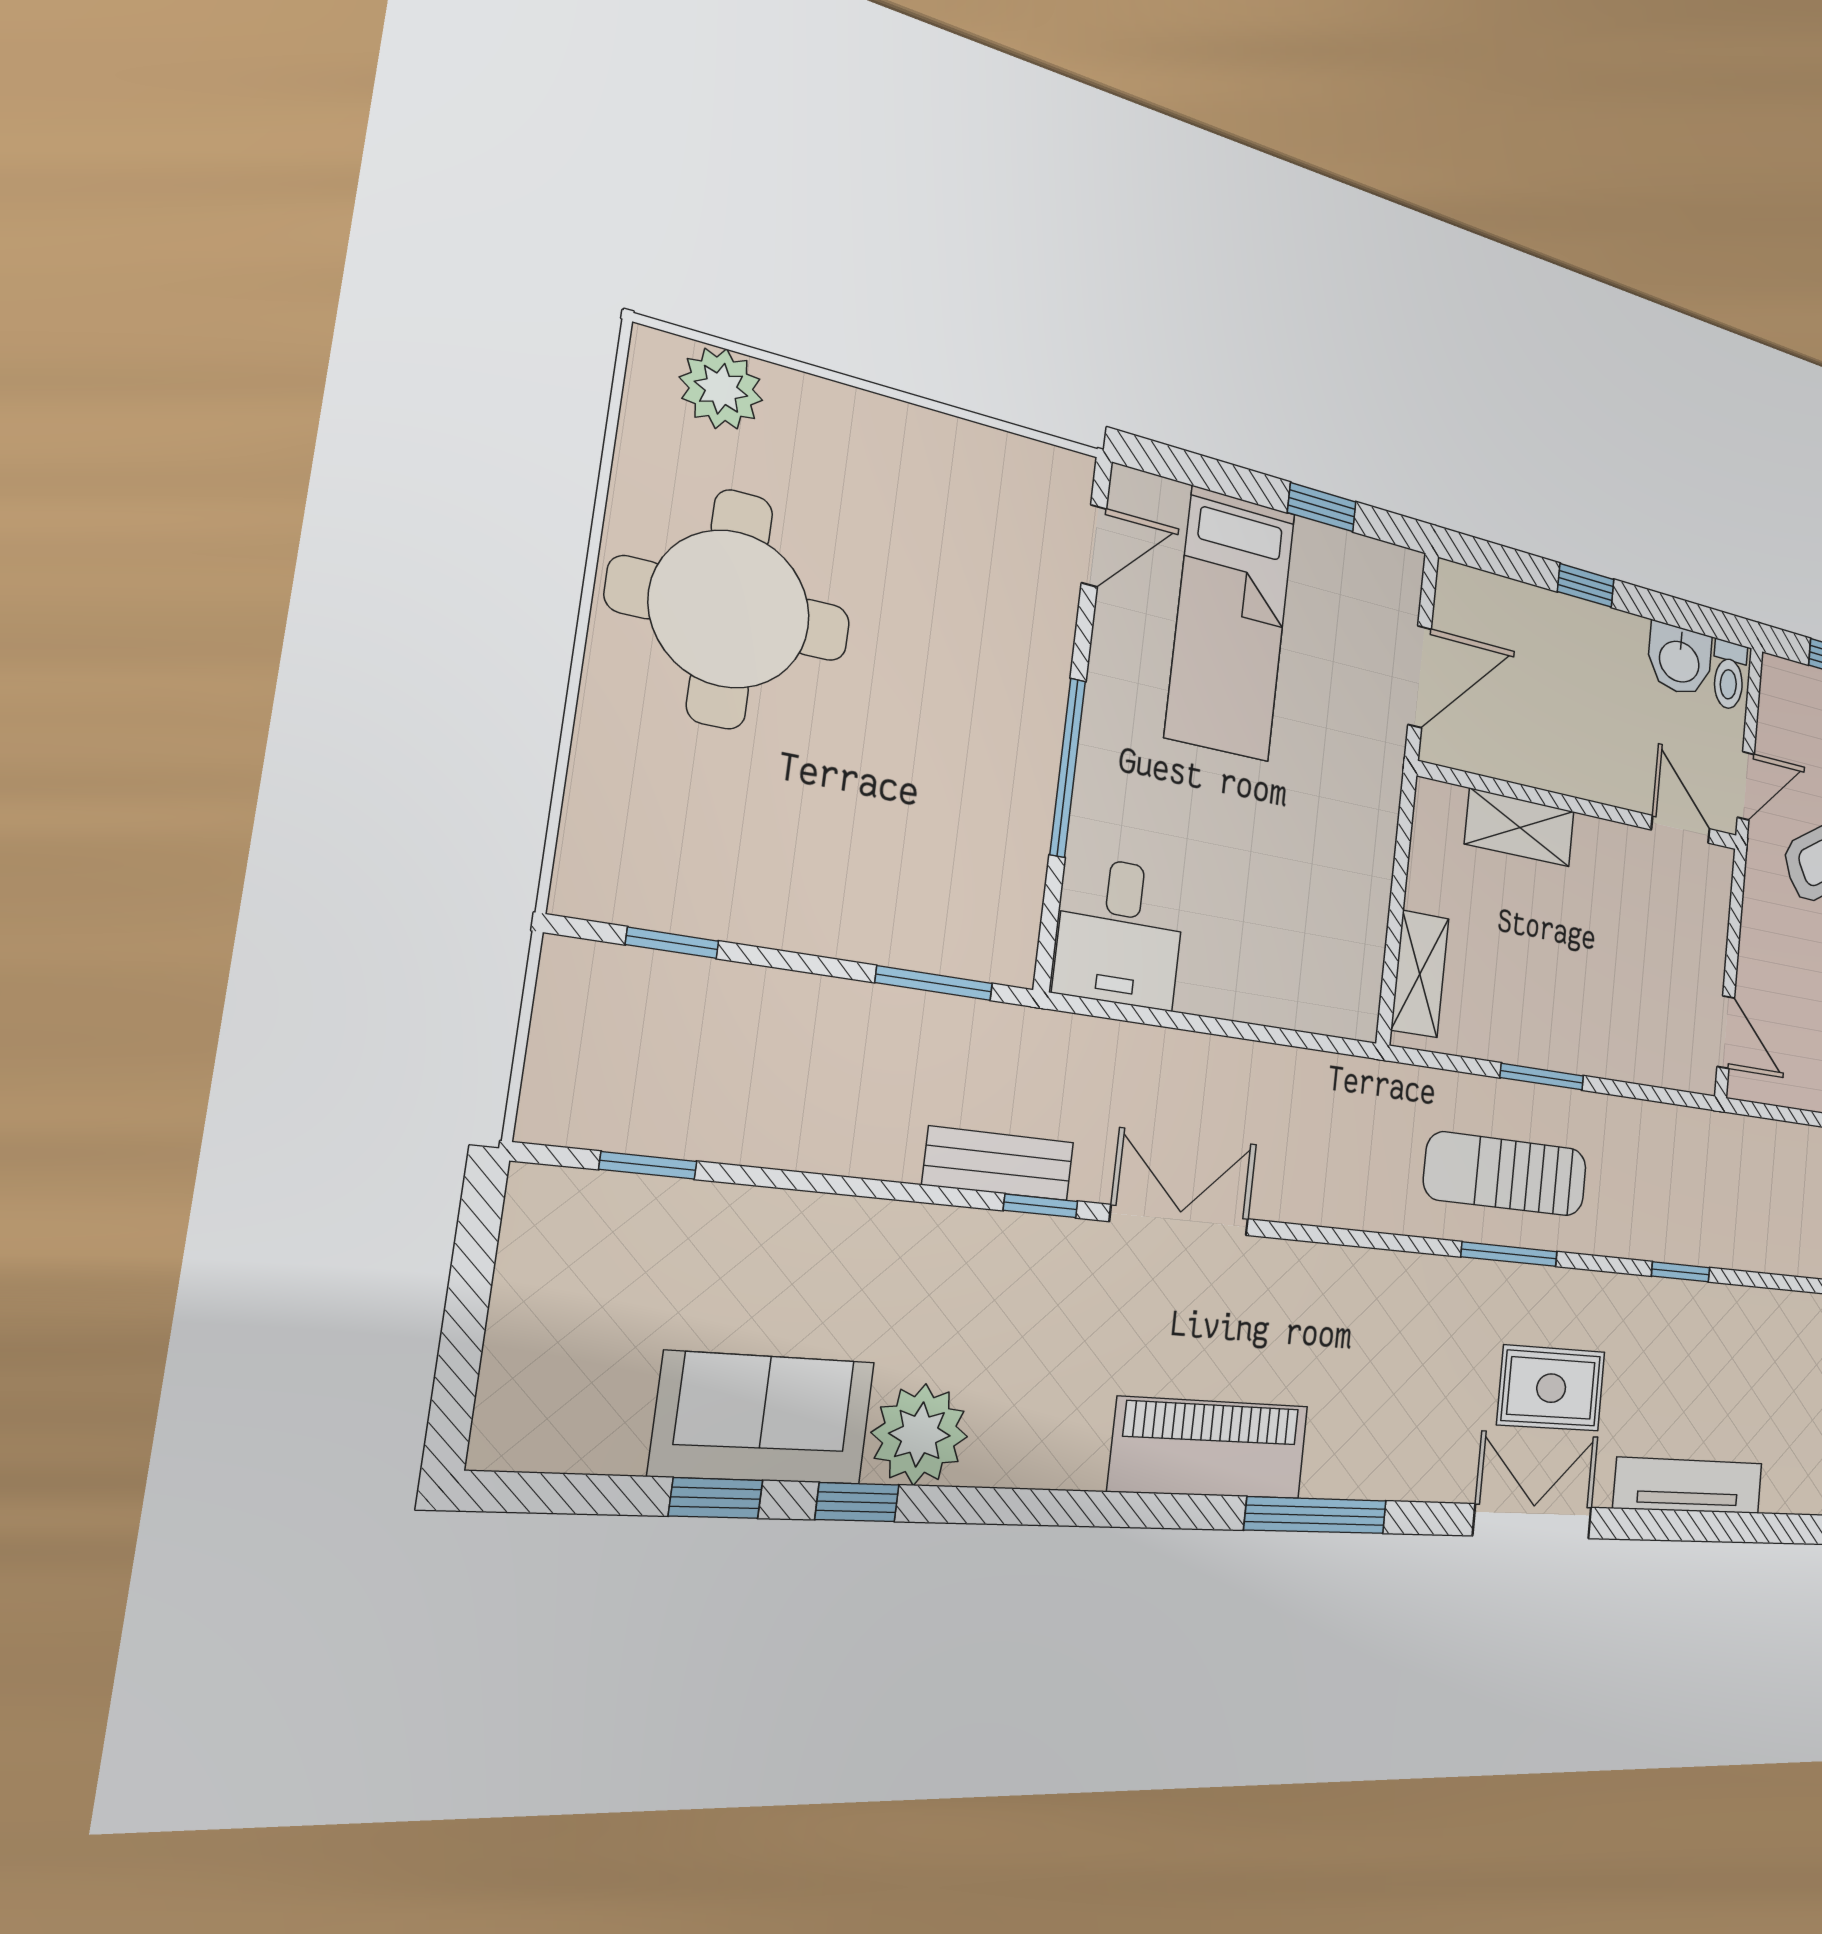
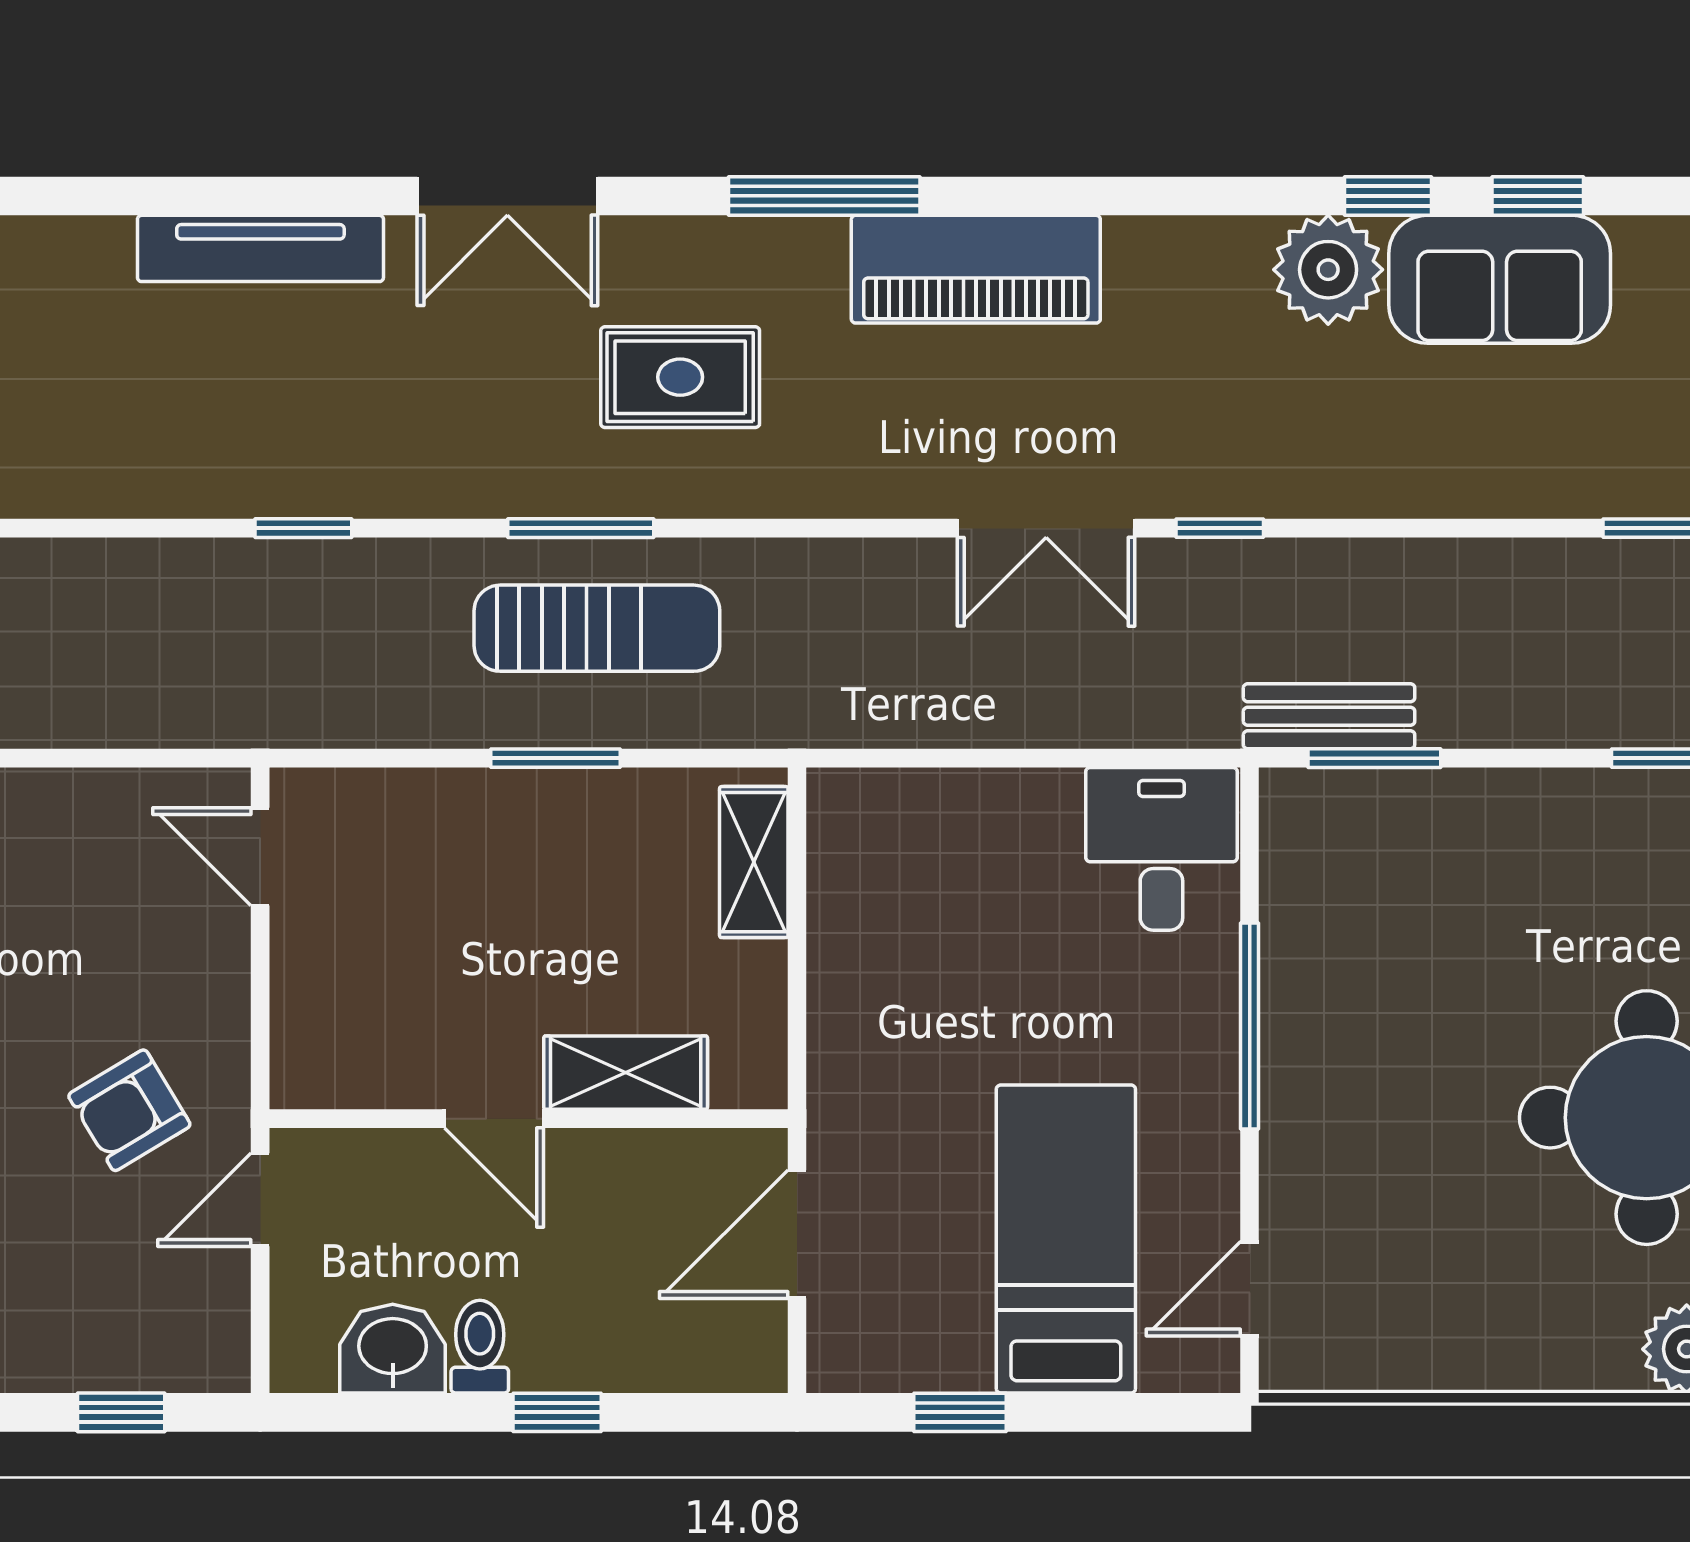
toilet: (1729, 675) -> (480, 1347), moved
door: (1681, 829) -> (494, 1119), moved
bench: (999, 1163) -> (1329, 716), moved
rug: (1551, 1388) -> (680, 377), moved

